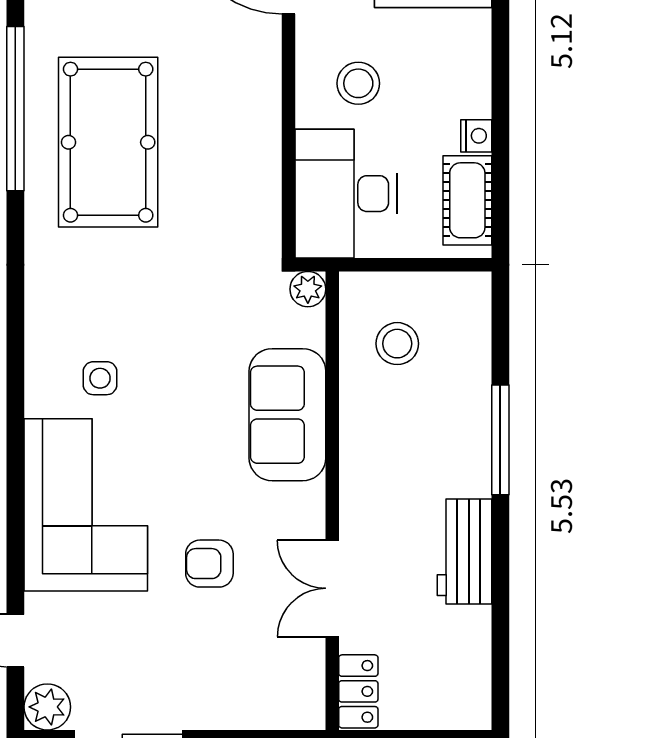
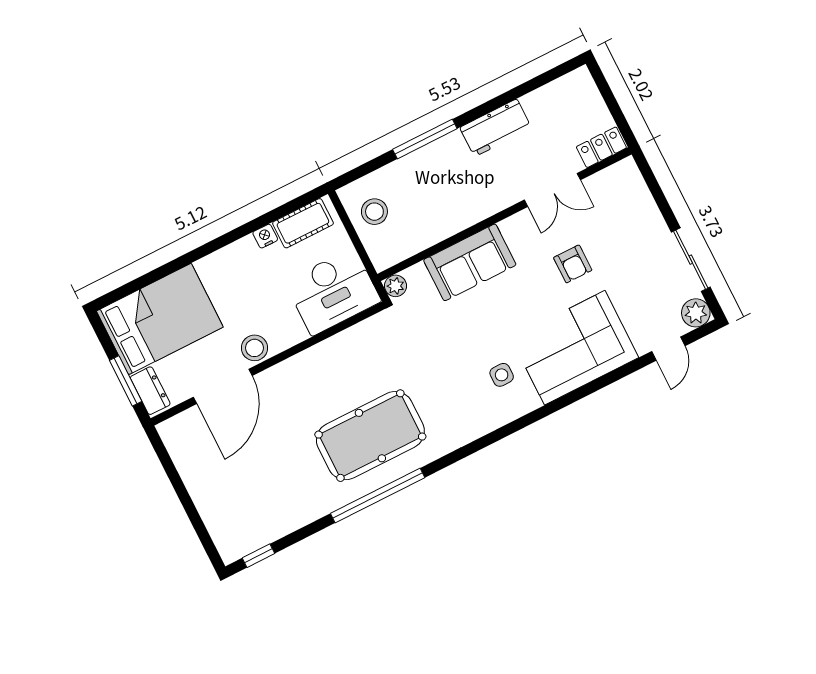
stool: (358, 83) -> (254, 348), moved
stool: (397, 344) -> (374, 212), moved

